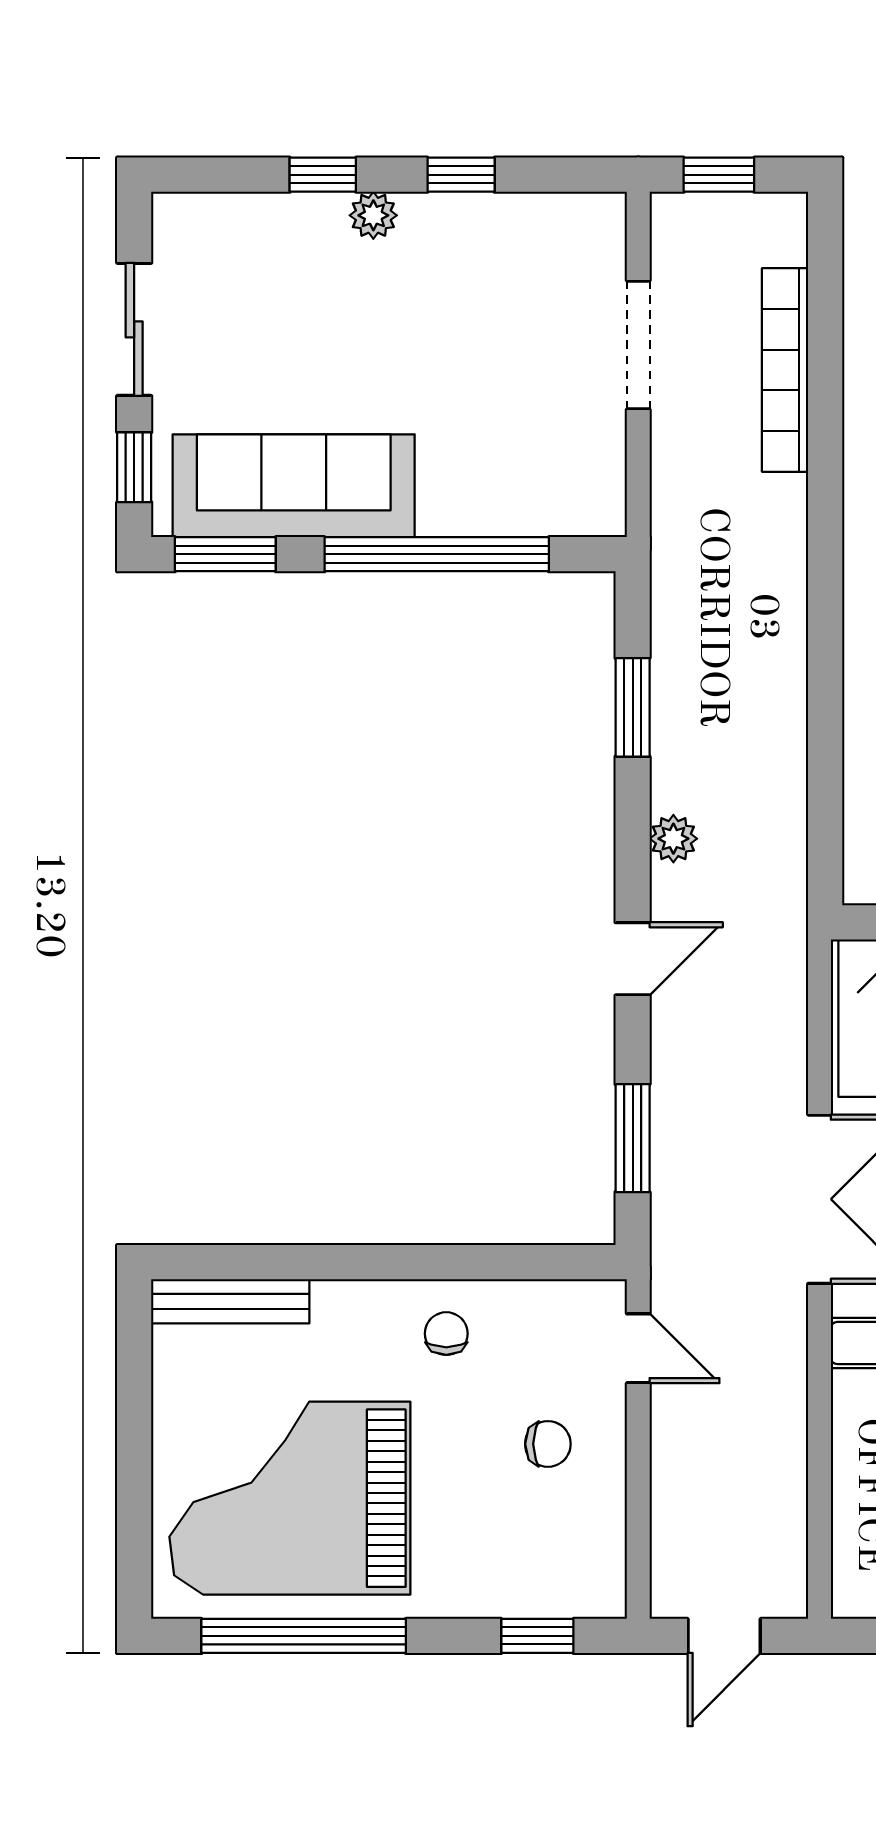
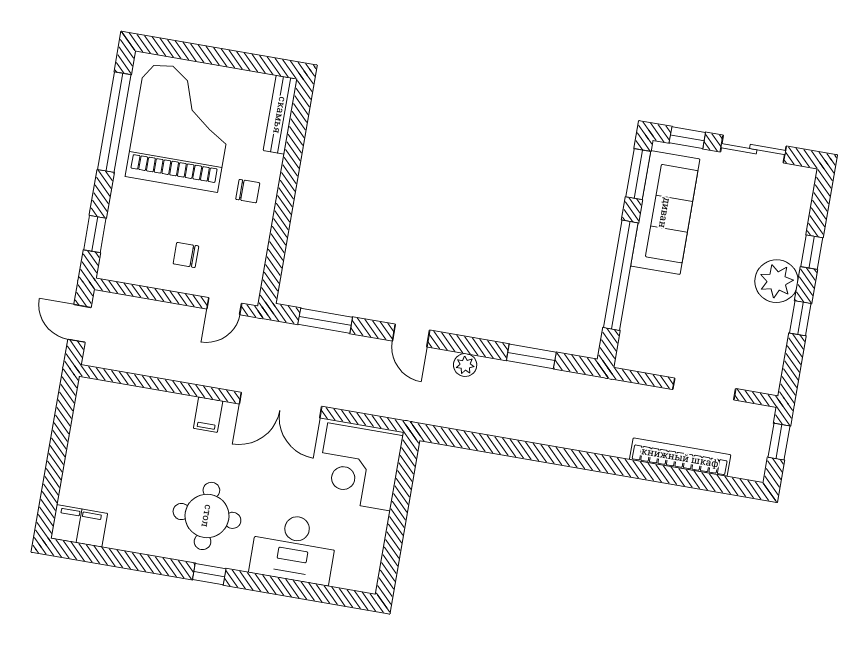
plant: (373, 215) -> (777, 281), width x1.88, depth x1.88
chair: (446, 1334) -> (248, 191), moved
chair: (548, 1444) -> (186, 255), turned 90

